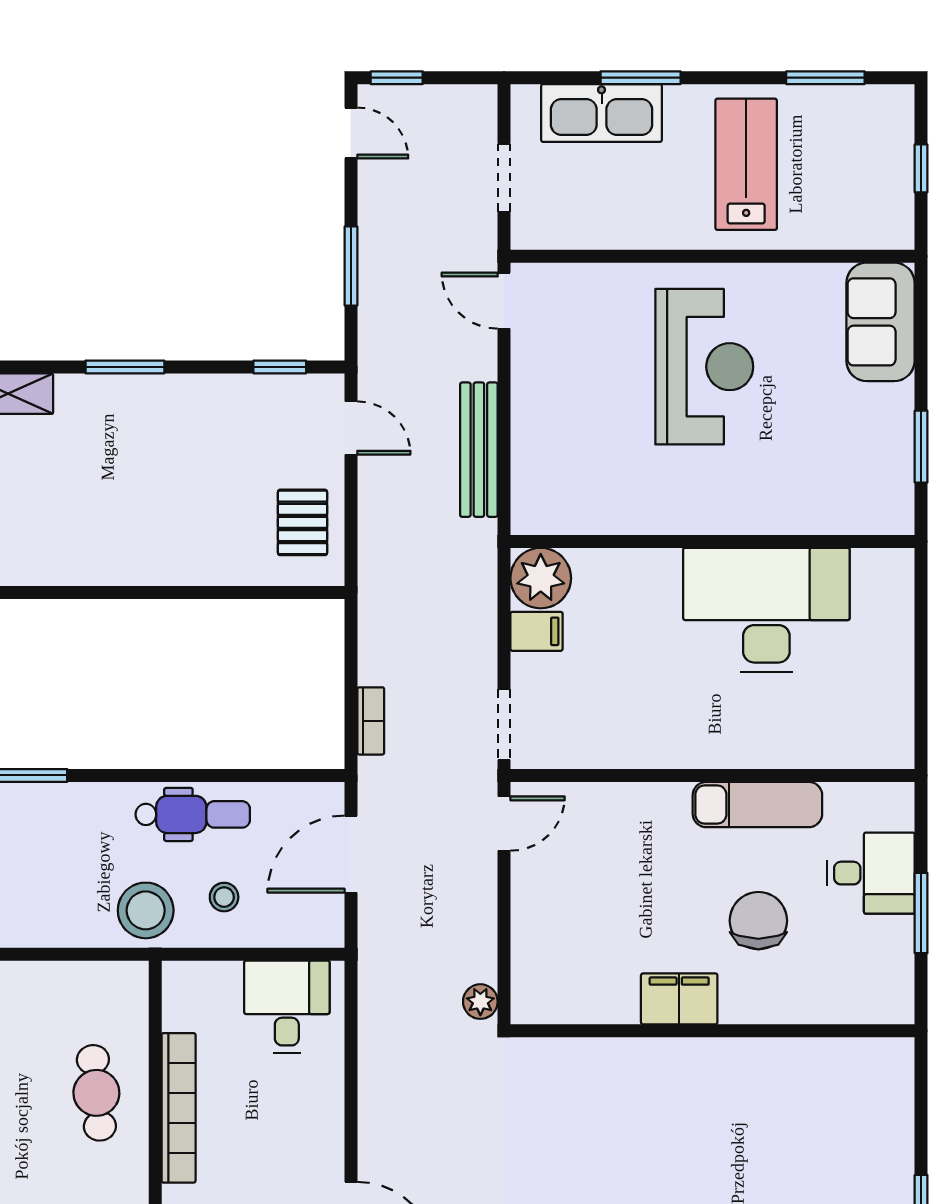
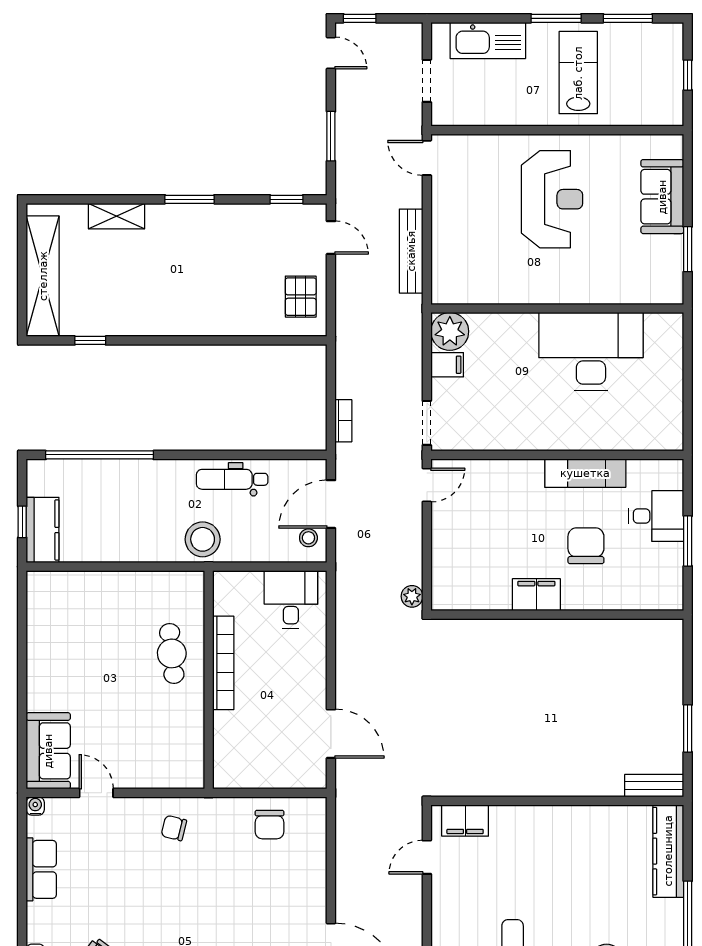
window: (641, 78) -> (556, 18), moved
sofa: (880, 322) -> (662, 197), moved
dental chair: (193, 814) -> (232, 479), turned 180
stool: (224, 897) -> (308, 538), moved

